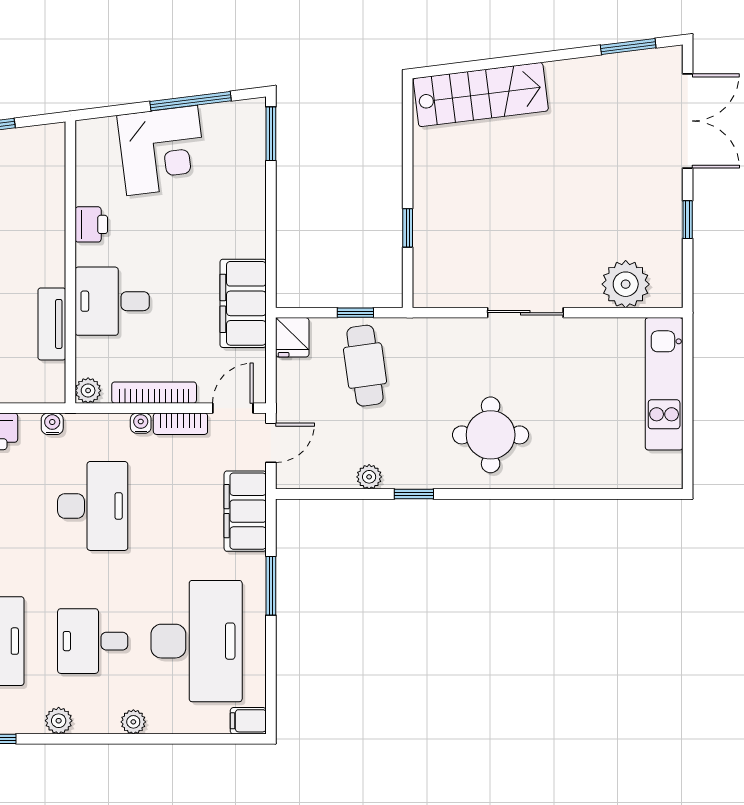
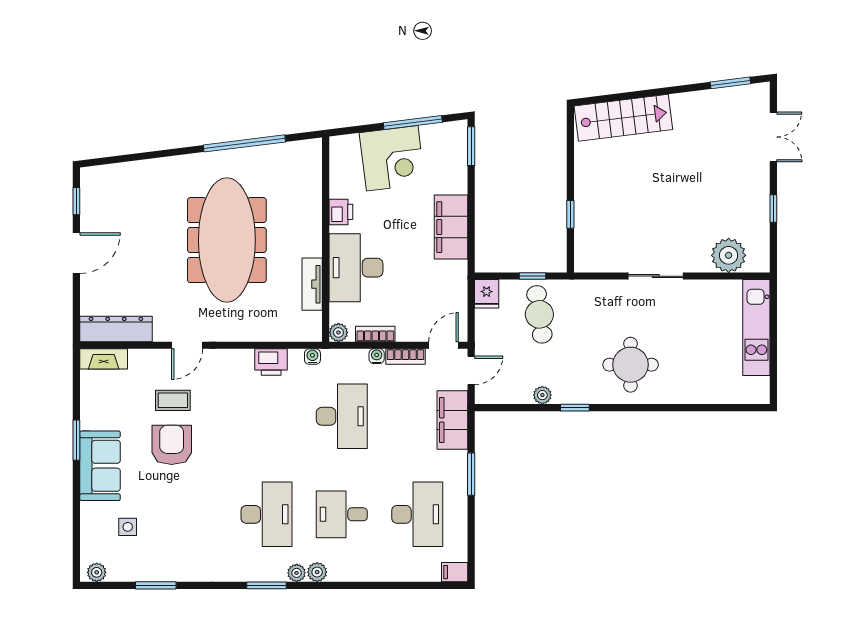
double door: (688, 121) -> (773, 137), width x0.73
desk: (112, 301) -> (356, 268), width x1.37
filing cabinet: (243, 303) -> (451, 227), moved
bookcase: (154, 393) -> (375, 334), width x0.64
desk: (197, 641) -> (417, 514), width x0.73, depth x0.77
plant: (133, 722) -> (297, 573), moved

